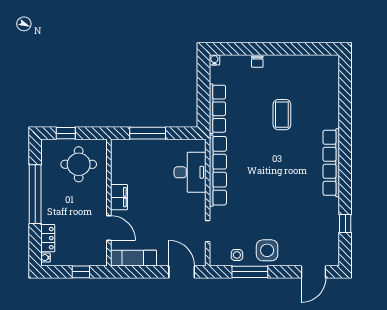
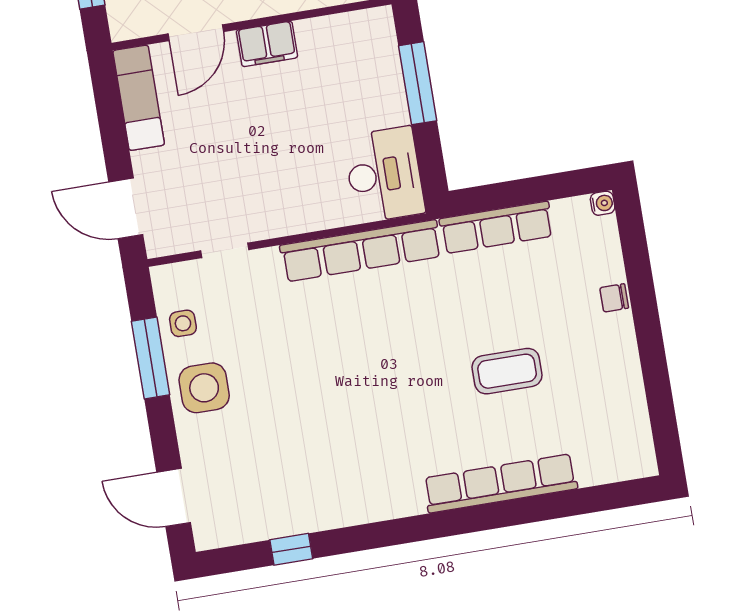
row of seats: (331, 163) -> (500, 483), moved
desk: (190, 172) -> (384, 175), moved, turned -90
door: (182, 272) -> (126, 208), swing flipped

